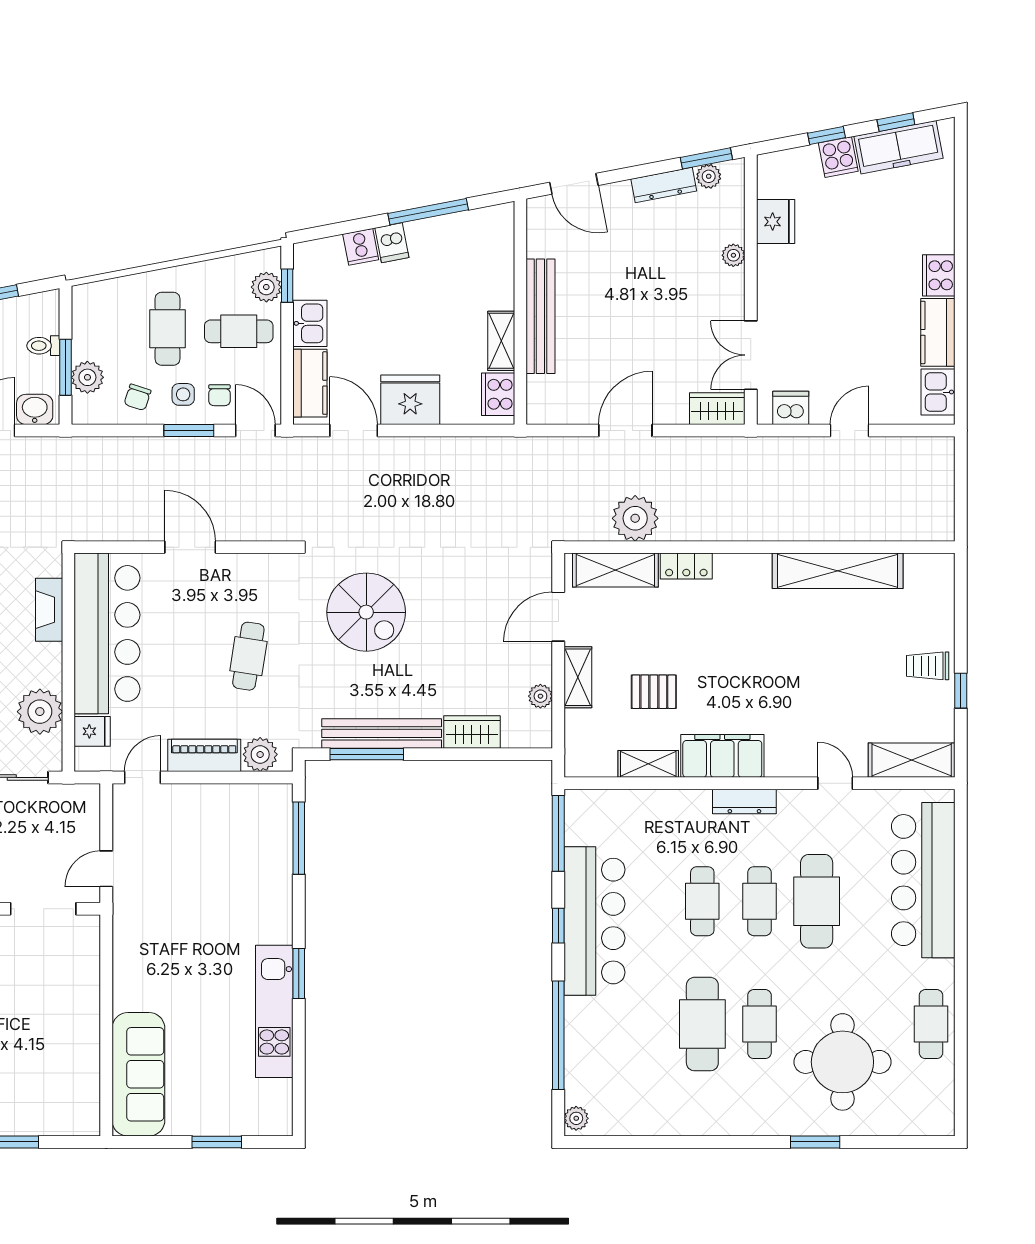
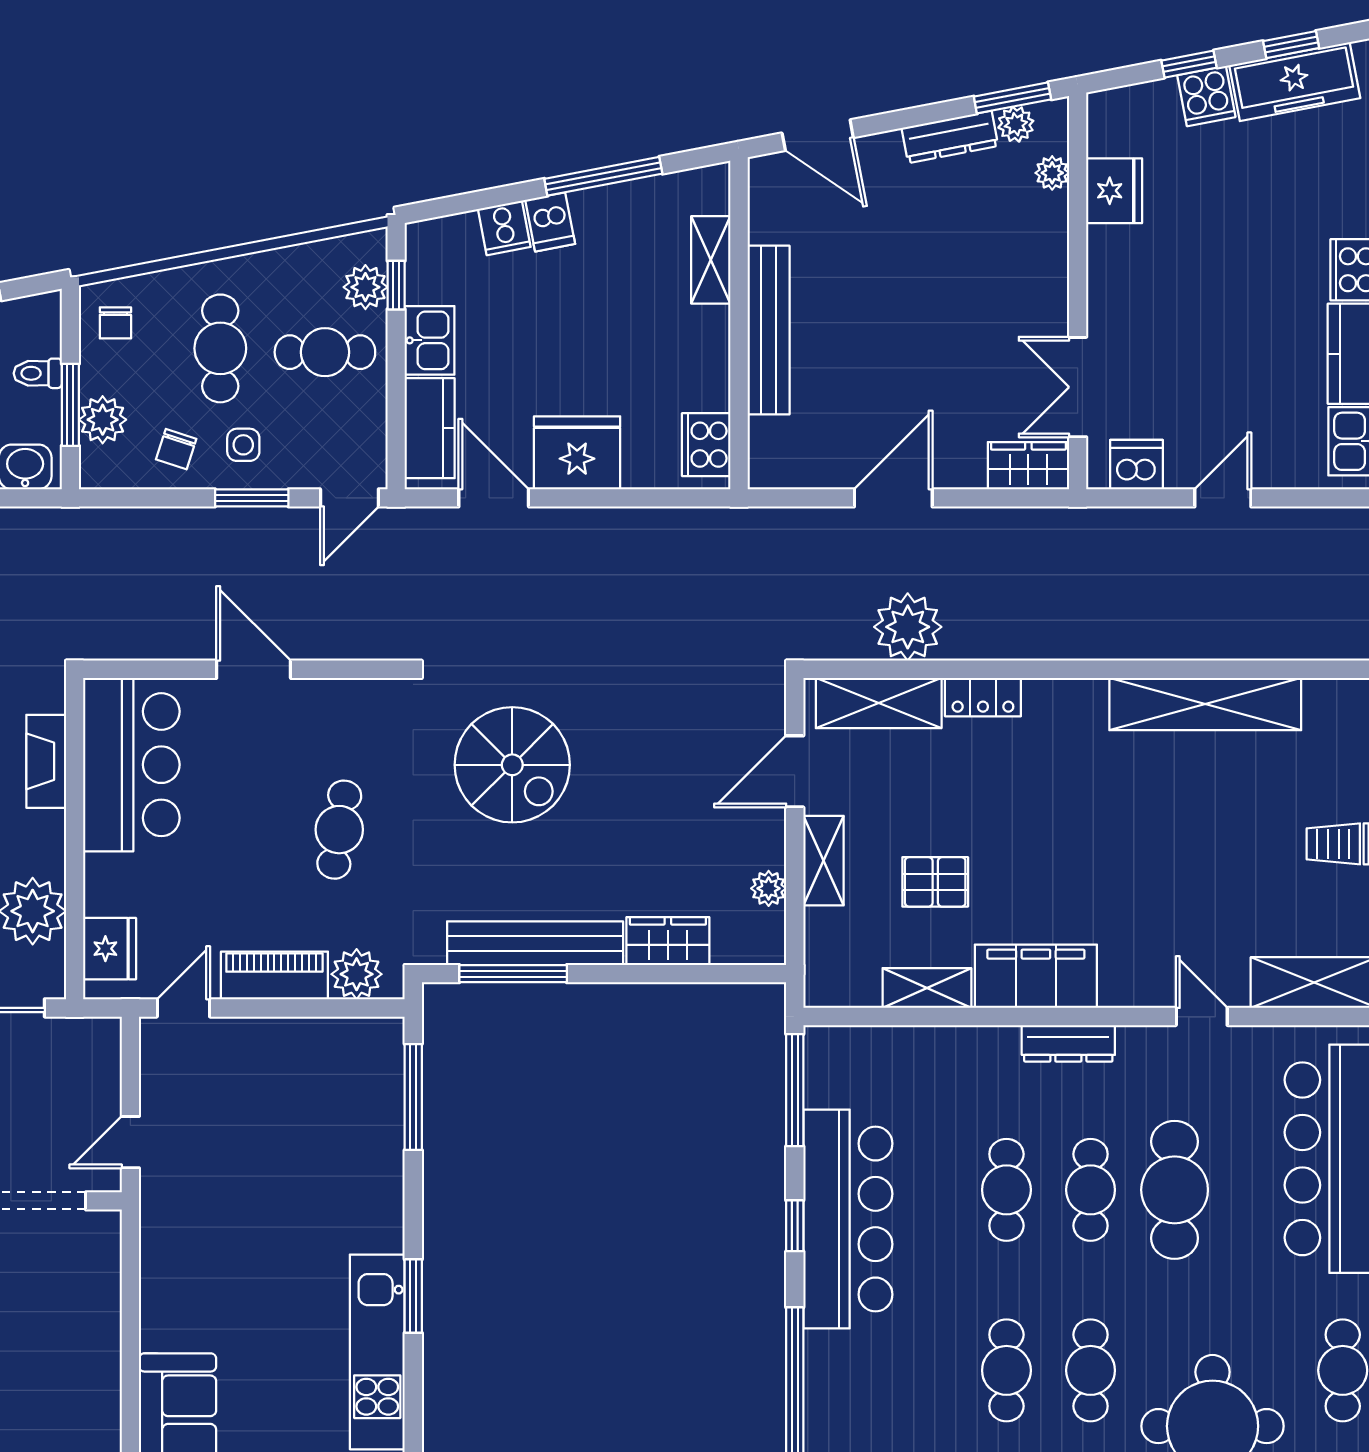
plant: (733, 255) -> (1052, 173), moved
shelving: (501, 341) -> (711, 260), moved
chair: (219, 395) -> (115, 323), moved
door: (255, 430) -> (349, 498), swing flipped
bar counter: (107, 633) -> (131, 765), width x0.73
fridge: (92, 731) -> (110, 949), width x1.38
cafe table: (702, 1024) -> (1006, 1370), width x0.73, depth x0.74

